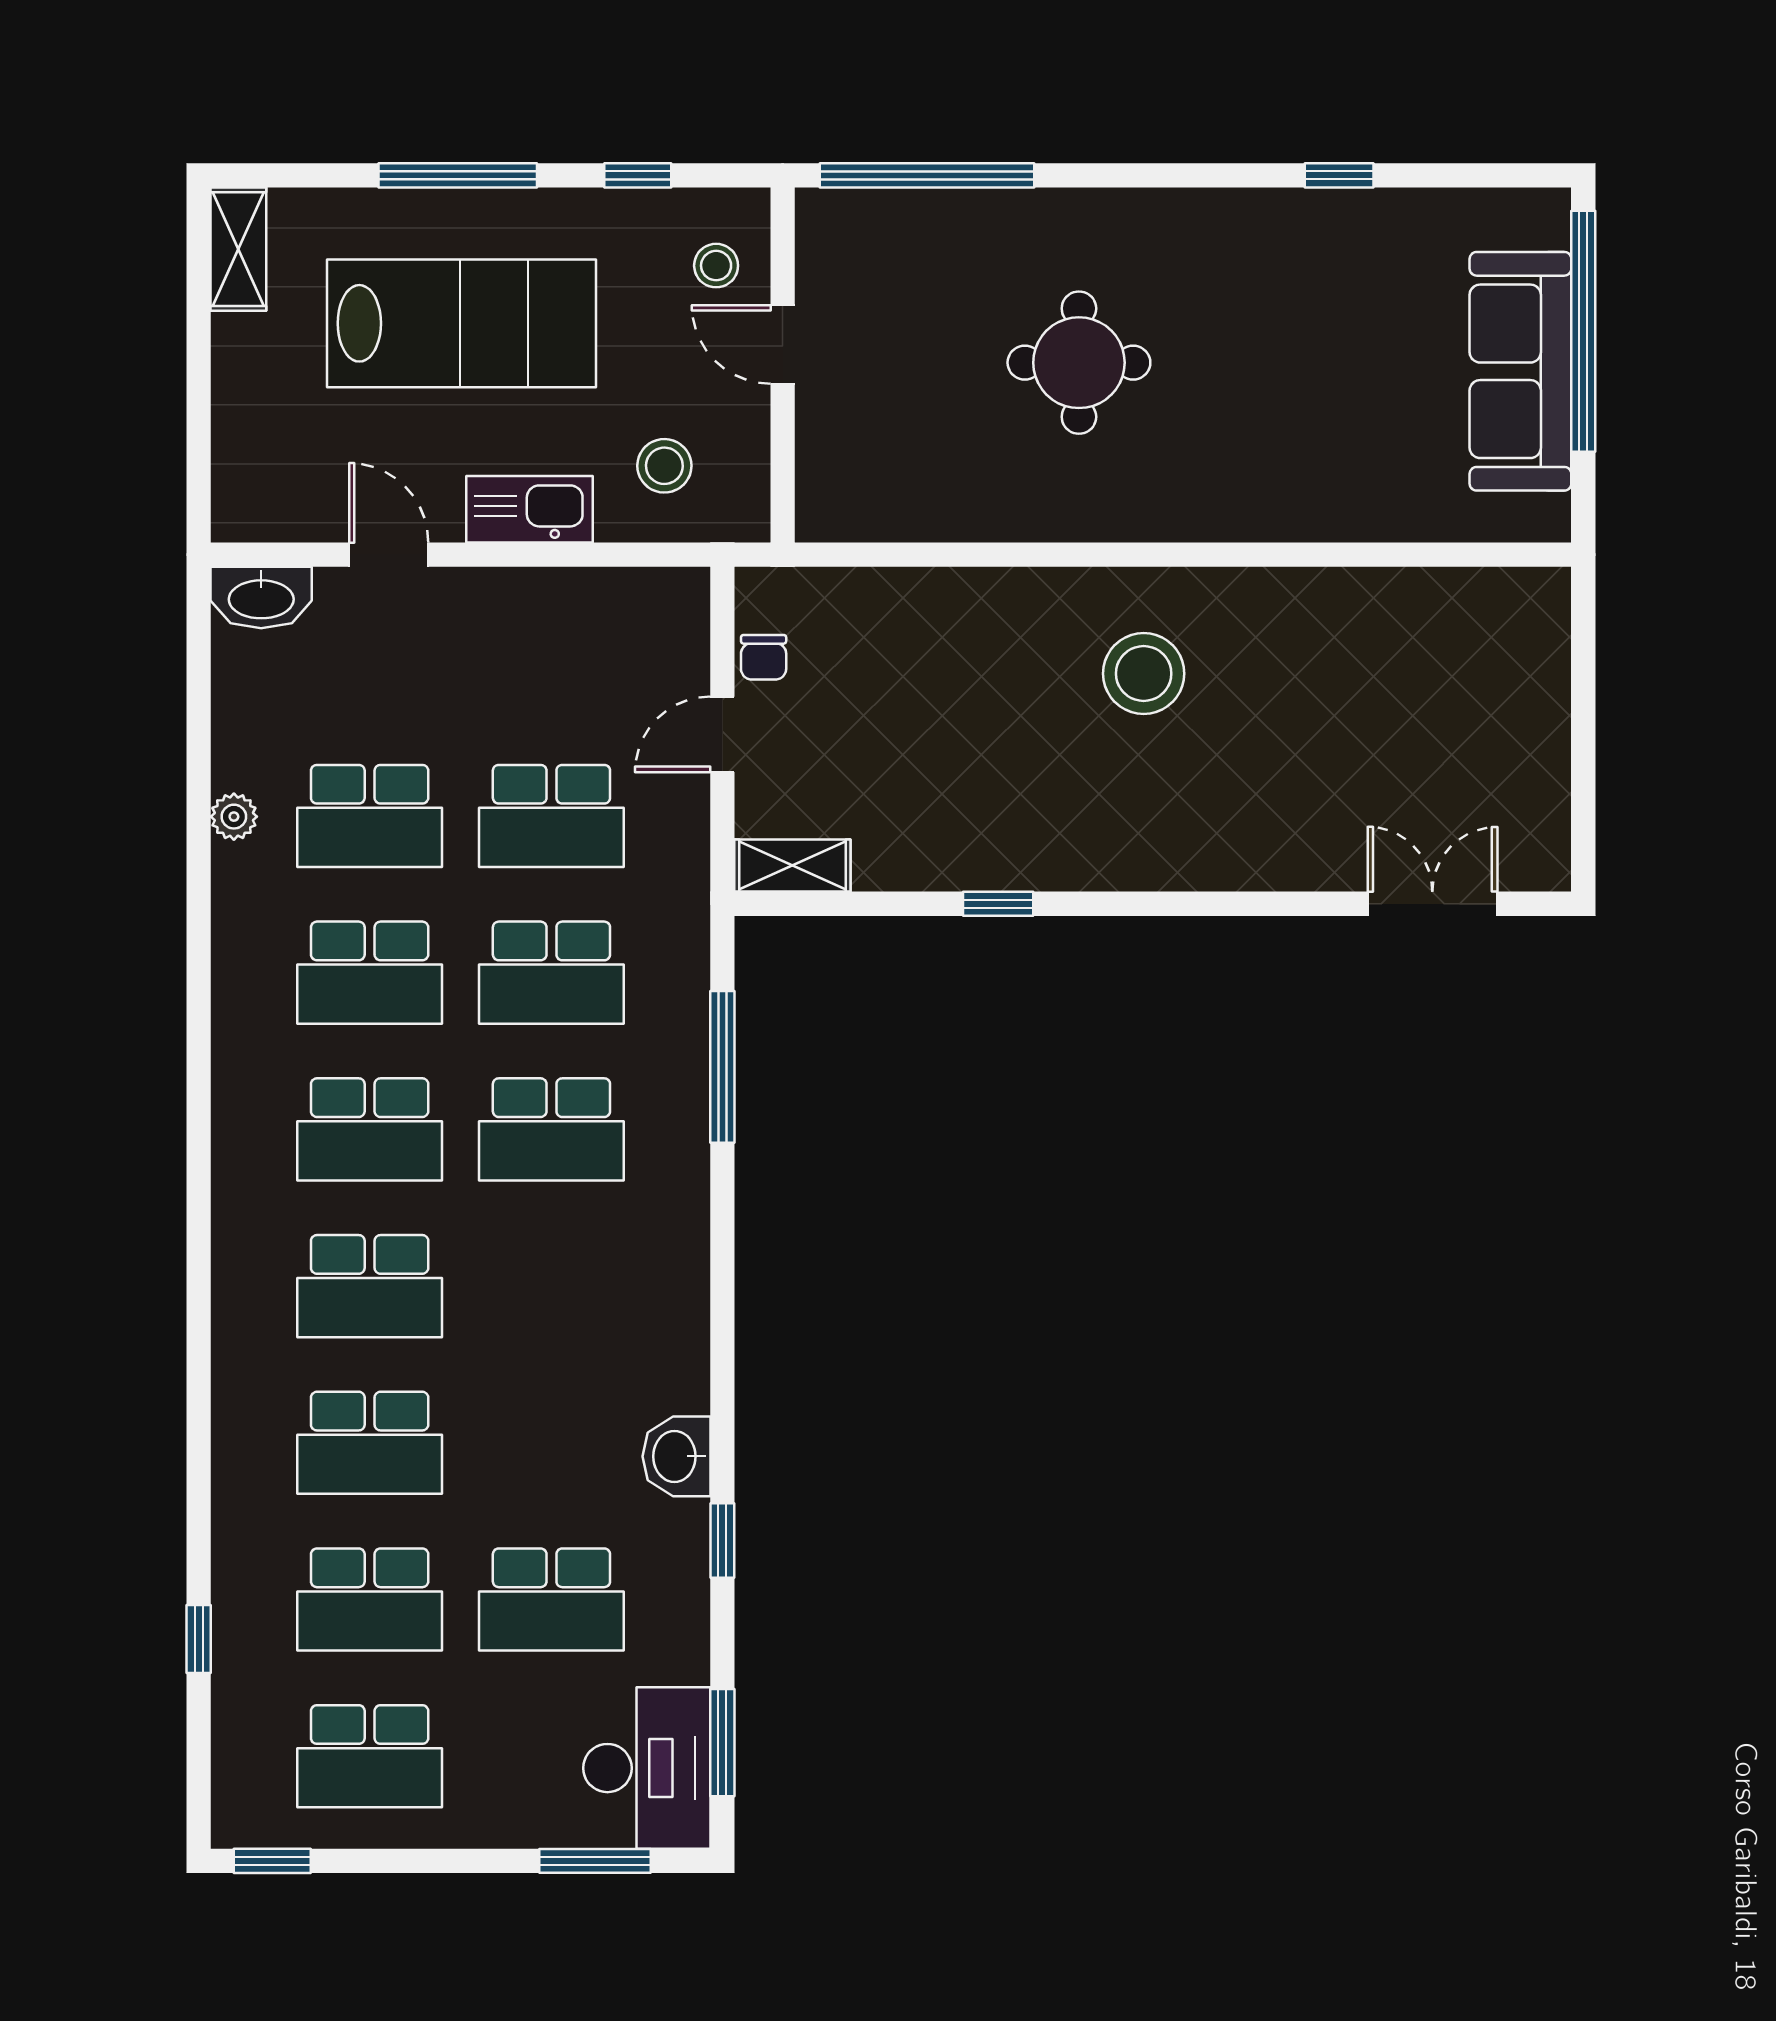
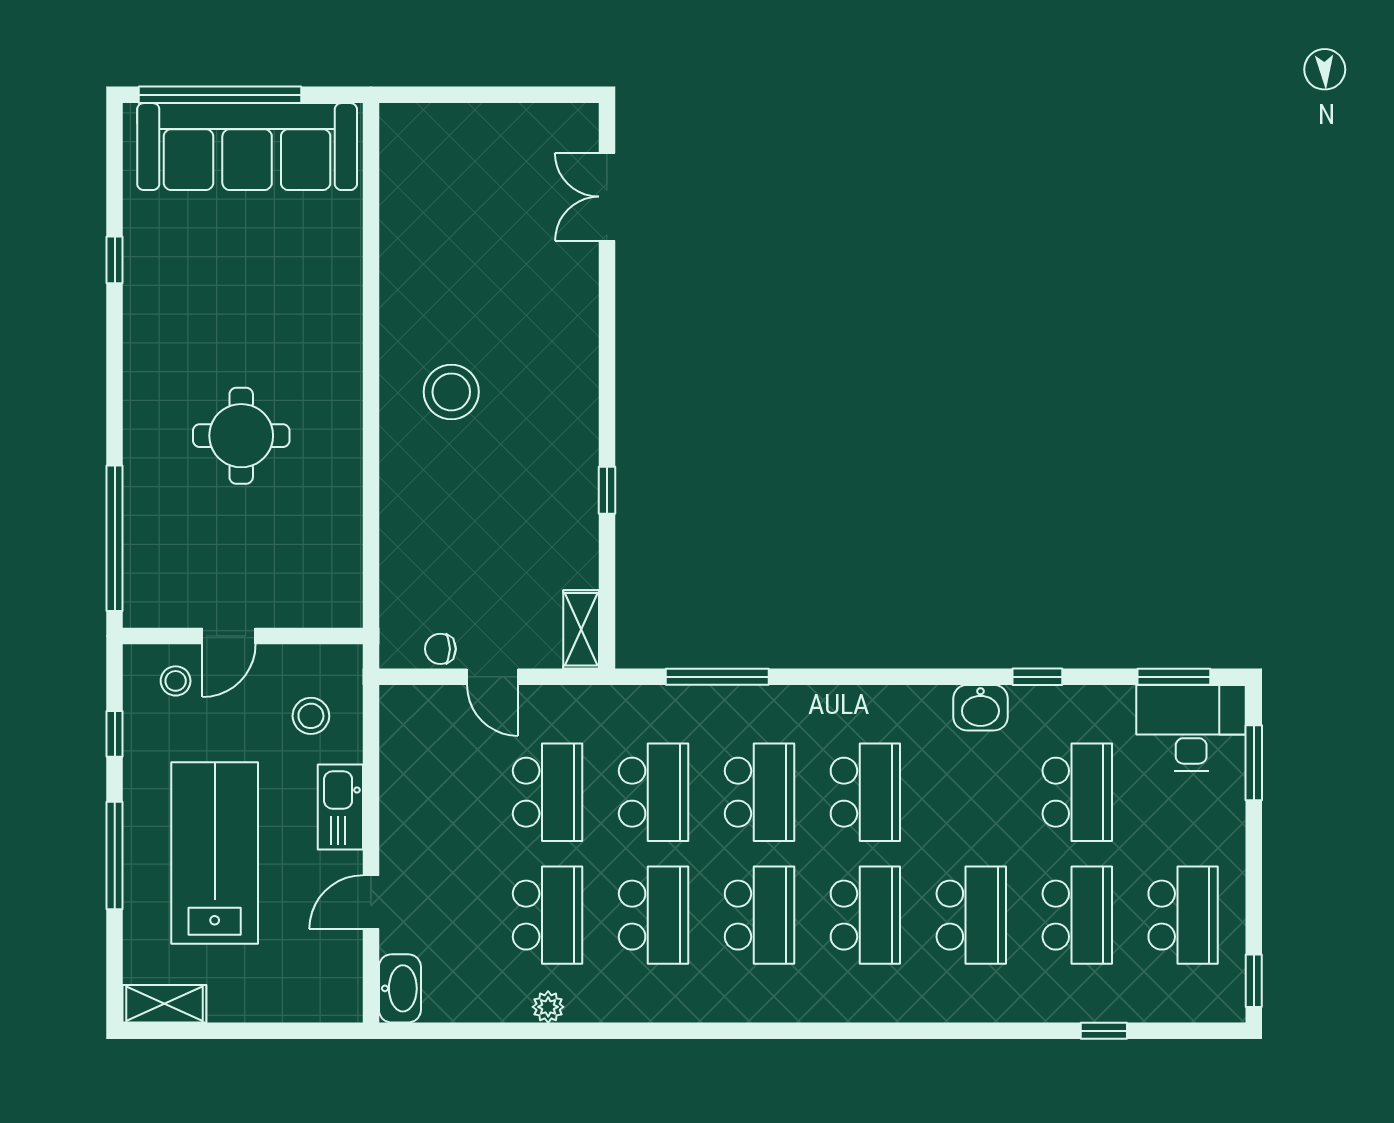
sofa: (1520, 371) -> (247, 147), width x1.36, depth x1.27
chair: (764, 657) -> (440, 649), turned 180
school desk: (551, 1286) -> (865, 792), added

